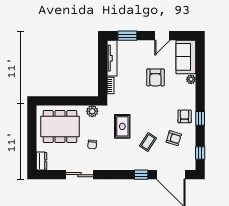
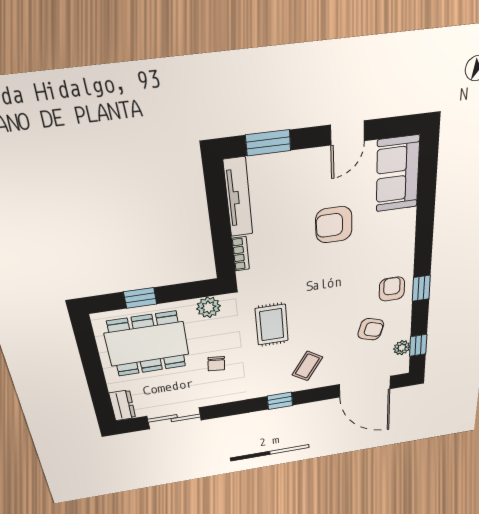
armchair: (155, 77) -> (334, 225), turned 90
plant: (191, 79) -> (402, 348), moved
window: (61, 101) -> (140, 298), added
coffee table: (148, 142) -> (307, 366), moved
sliding door: (80, 175) -> (174, 418), moved
window: (141, 175) -> (280, 401), moved

